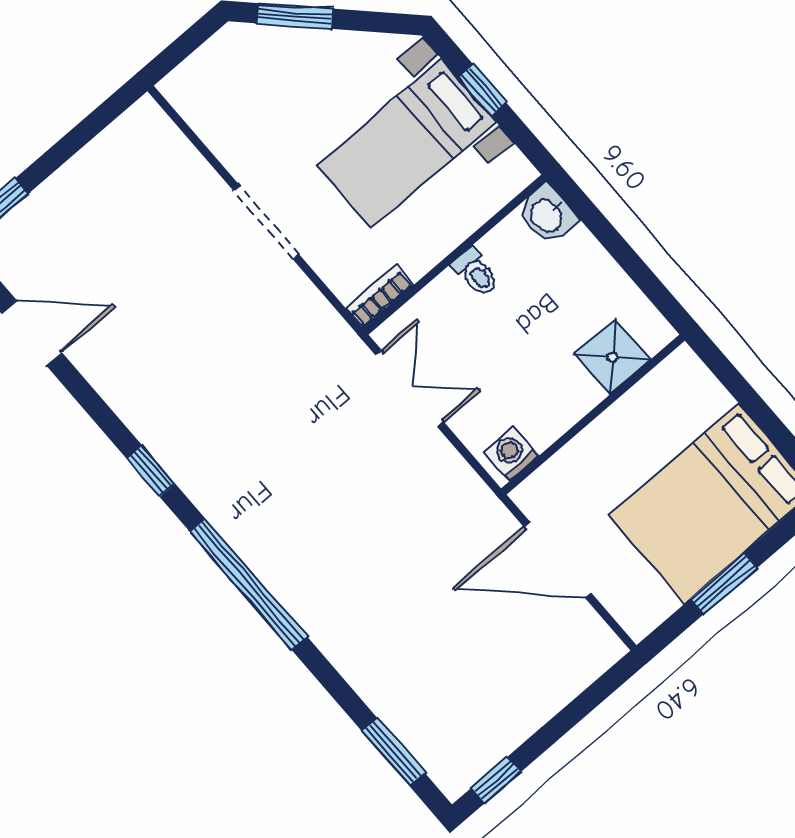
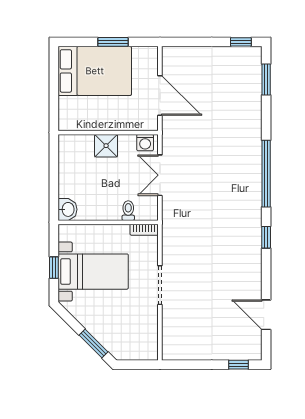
toilet: (476, 273) -> (128, 211), moved
shower: (612, 357) -> (106, 146), moved
double door: (409, 388) -> (160, 175), moved

